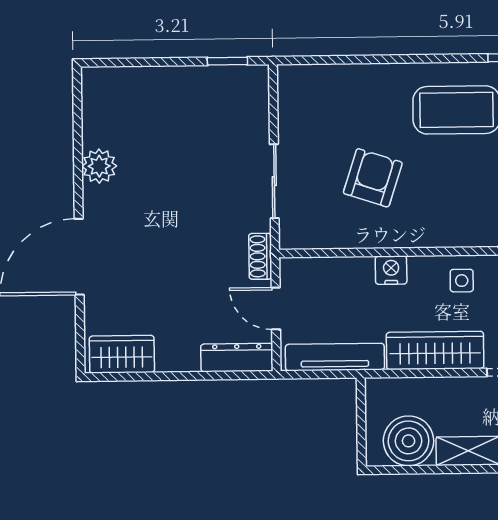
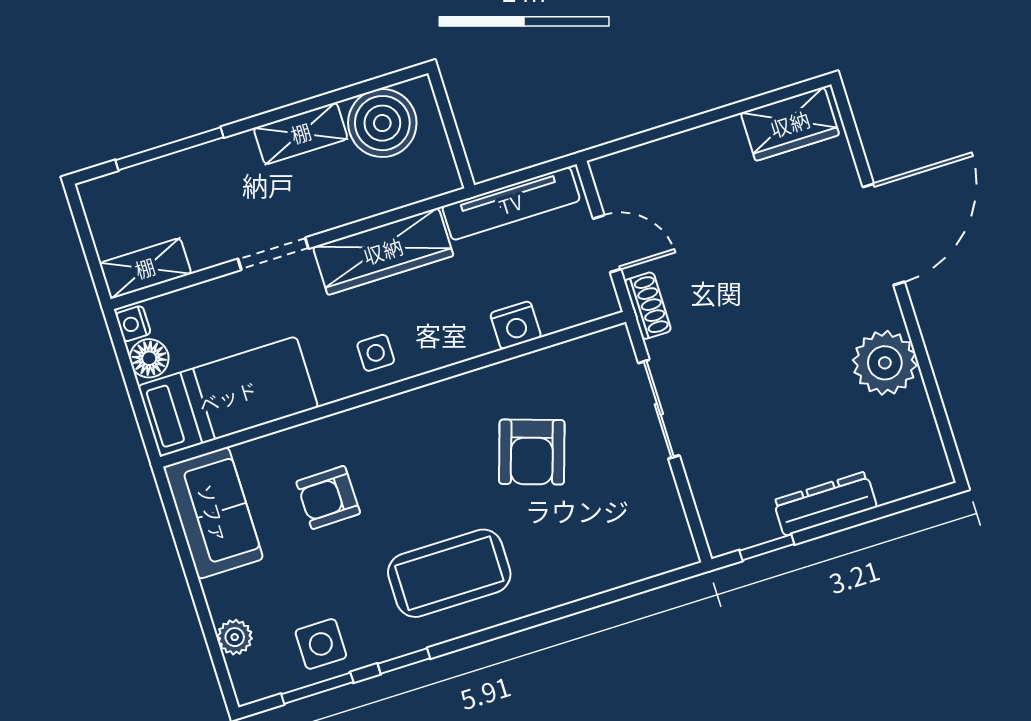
plant: (99, 166) -> (885, 363), width x1.36, depth x1.36
nightstand: (391, 270) -> (516, 325), moved
dresser: (237, 358) -> (825, 504), moved, turned 180

